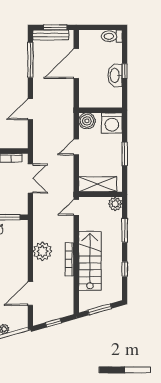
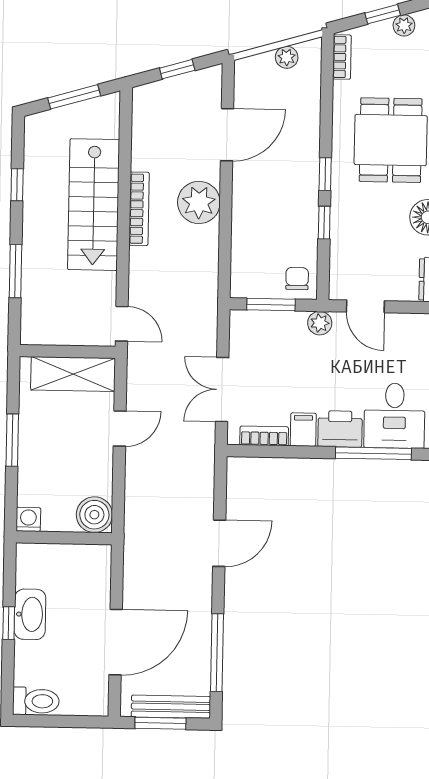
washing machine: (112, 123) -> (28, 519), width x0.53, depth x0.53
door: (76, 147) -> (120, 429), moved
plant: (115, 204) -> (35, 330), removed
door: (76, 207) -> (122, 324), hinge flipped
plant: (42, 251) -> (199, 202), moved

